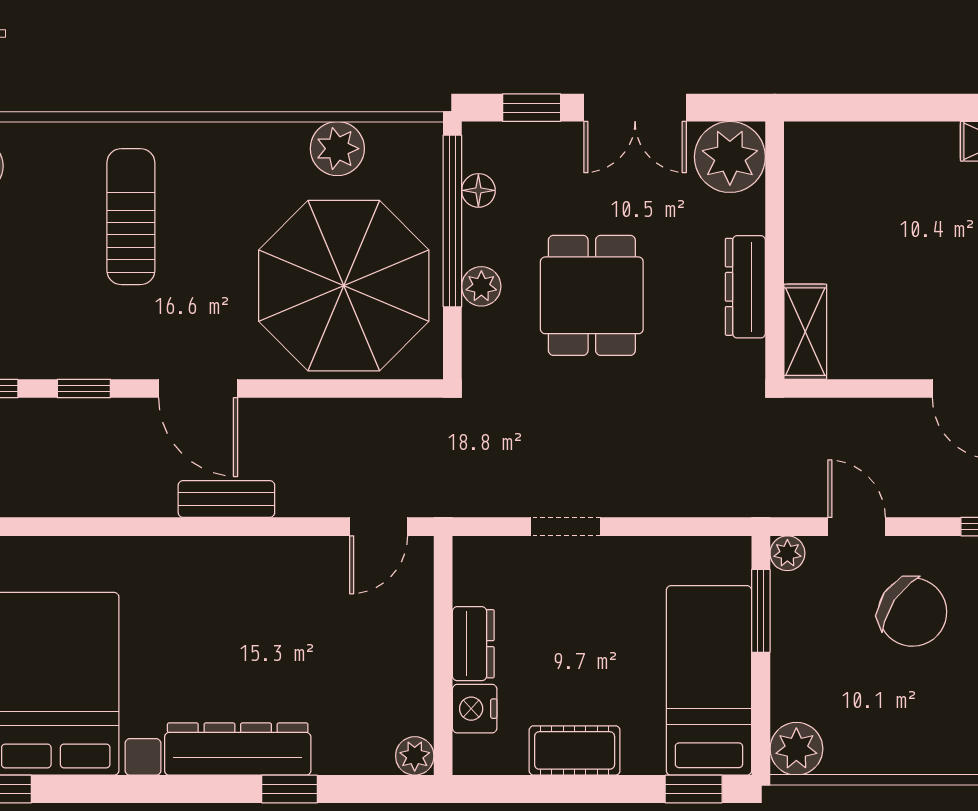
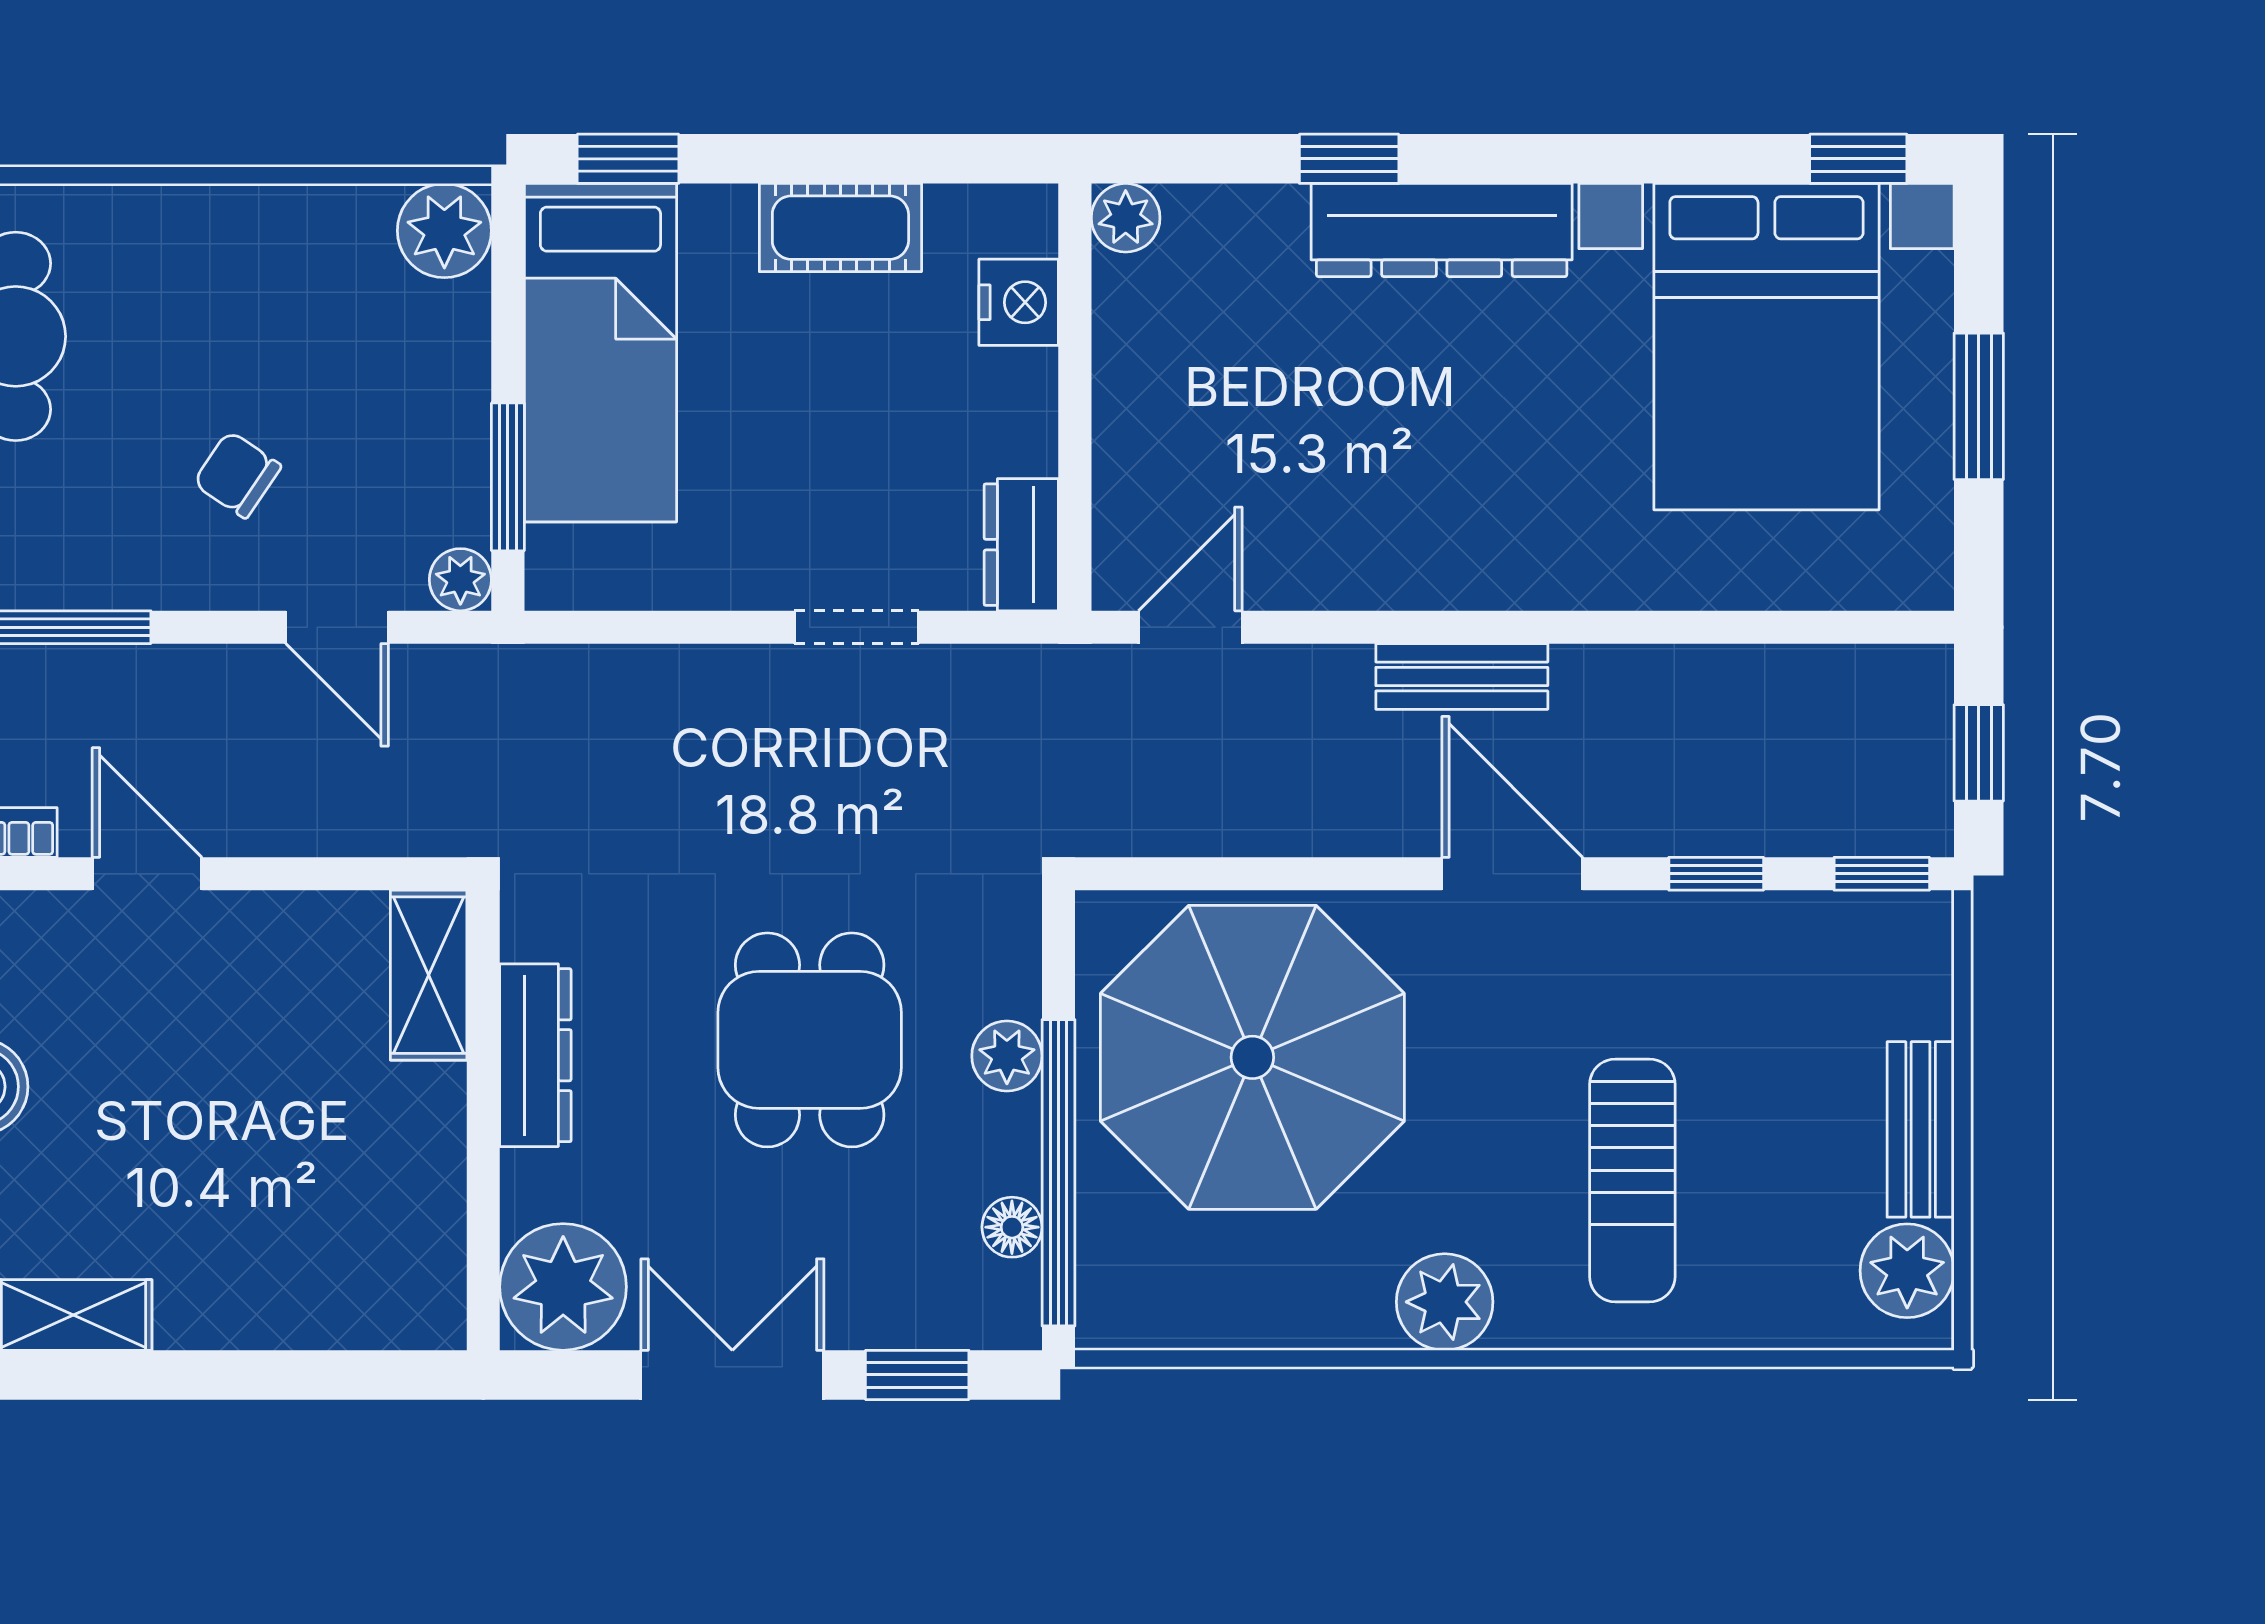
plant: (337, 149) -> (1445, 1302), moved
chair: (912, 612) -> (237, 475), width x0.54, depth x0.54
dresser: (473, 644) -> (1021, 545), moved

